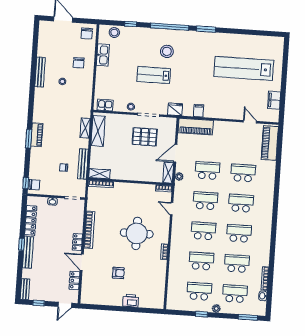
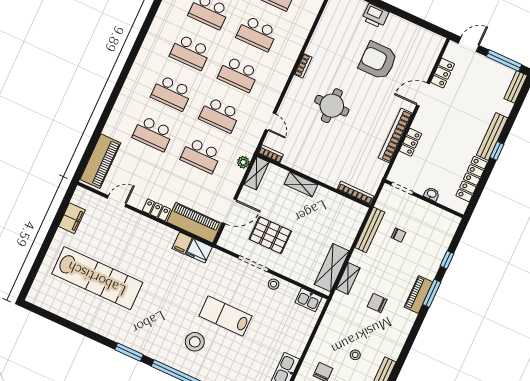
lab bench: (154, 75) -> (225, 316), turned 180
fridge: (175, 109) -> (199, 251), moved
door: (250, 122) -> (117, 201), swing flipped
locker: (223, 126) -> (156, 210), added
door: (175, 153) -> (229, 211), moved
shelving: (99, 174) -> (301, 184), moved
window: (26, 183) -> (447, 260), moved
chair: (34, 185) -> (377, 303), moved
round table: (137, 233) -> (332, 106), width x0.73, depth x0.73
locker: (77, 242) -> (410, 142), moved
door: (82, 262) -> (423, 94), swing flipped
armchair: (118, 273) -> (378, 61), width x1.88, depth x1.88
window: (39, 303) -> (504, 61), width x2.17

